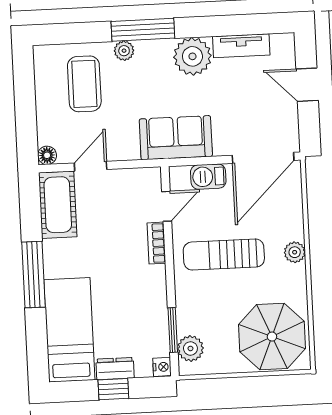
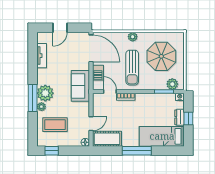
plant: (192, 56) -> (45, 93), moved
window: (24, 79) -> (52, 151), added
door: (91, 166) -> (91, 124), swing flipped
parasol: (272, 337) -> (161, 56), moved

